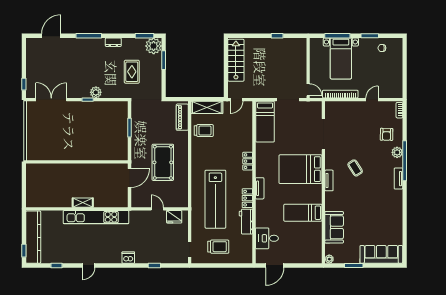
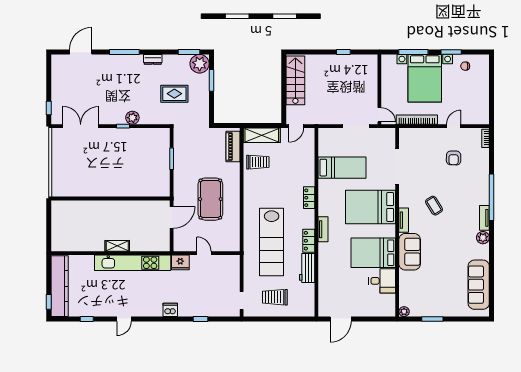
bed with nightstands: (341, 58) -> (425, 78), width x1.36
rug: (132, 72) -> (174, 94), turned 90
bed: (265, 122) -> (342, 168), moved, turned -90
armchair: (387, 134) -> (454, 158), moved
plant: (397, 152) -> (483, 238), moved
bed: (303, 213) -> (373, 253), width x1.50
fridge: (174, 217) -> (180, 262), moved
sofa: (334, 227) -> (410, 252), moved
desk: (267, 238) -> (382, 281), moved, turned 180
trolley: (218, 247) -> (275, 297), turned 180
sofa: (381, 254) -> (479, 285), moved, turned -90

